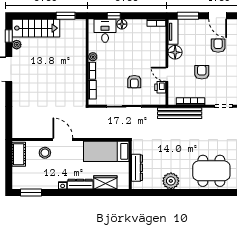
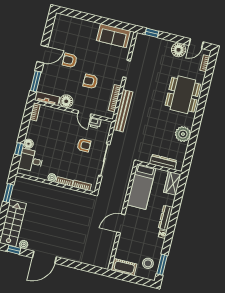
door: (167, 74) -> (84, 114), hinge flipped
stool: (45, 153) -> (148, 263), moved
wardrobe: (105, 182) -> (172, 183), moved

